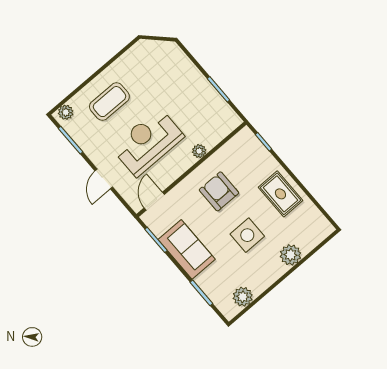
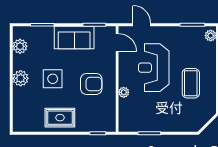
coffee table: (109, 102) -> (191, 83), moved
reception desk: (148, 142) -> (154, 68), turned 180
door: (104, 179) -> (142, 25), moved
plant: (291, 255) -> (21, 78), moved

